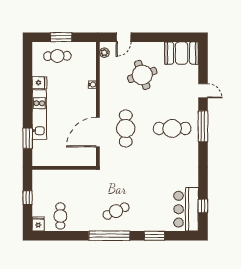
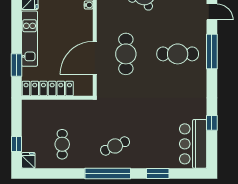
locker: (56, 159) -> (48, 88), added
window: (28, 198) -> (16, 144), moved
window: (203, 206) -> (212, 123), moved
cafe table: (60, 216) -> (62, 144), moved

